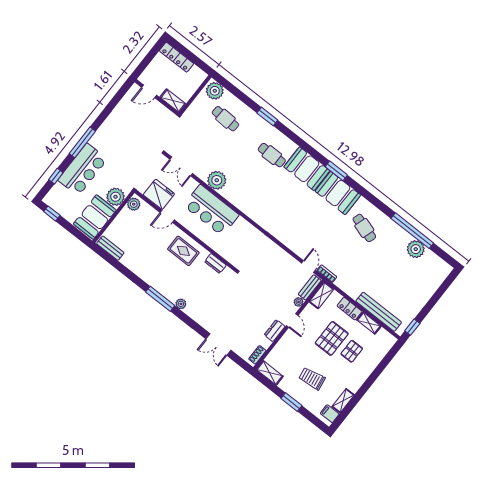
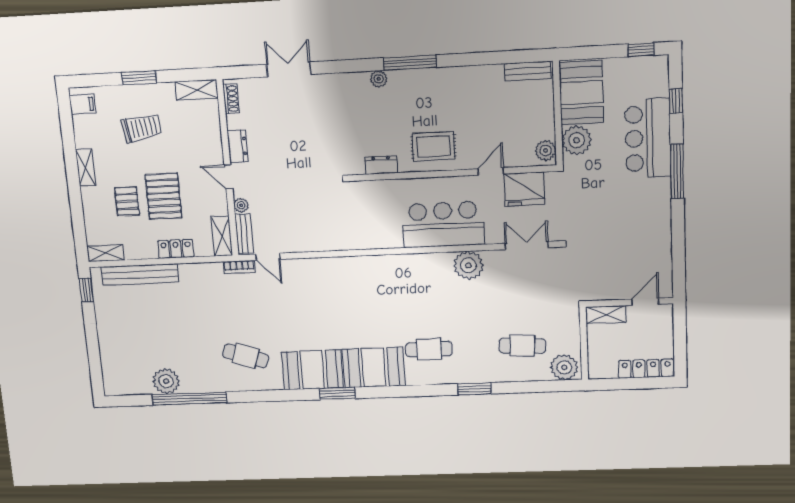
shelving: (369, 323) -> (105, 253), moved
shelving: (343, 401) -> (86, 167), moved

